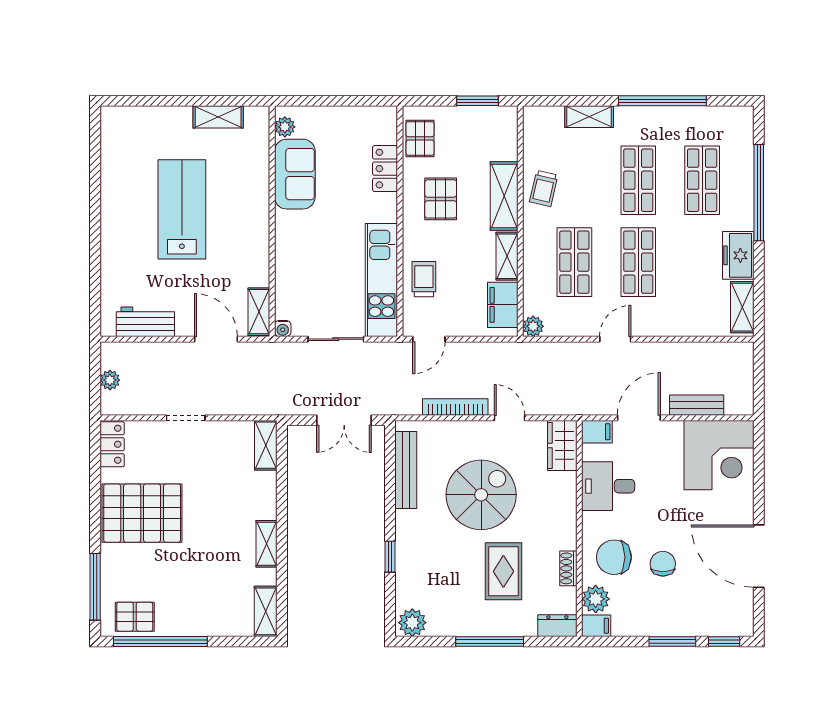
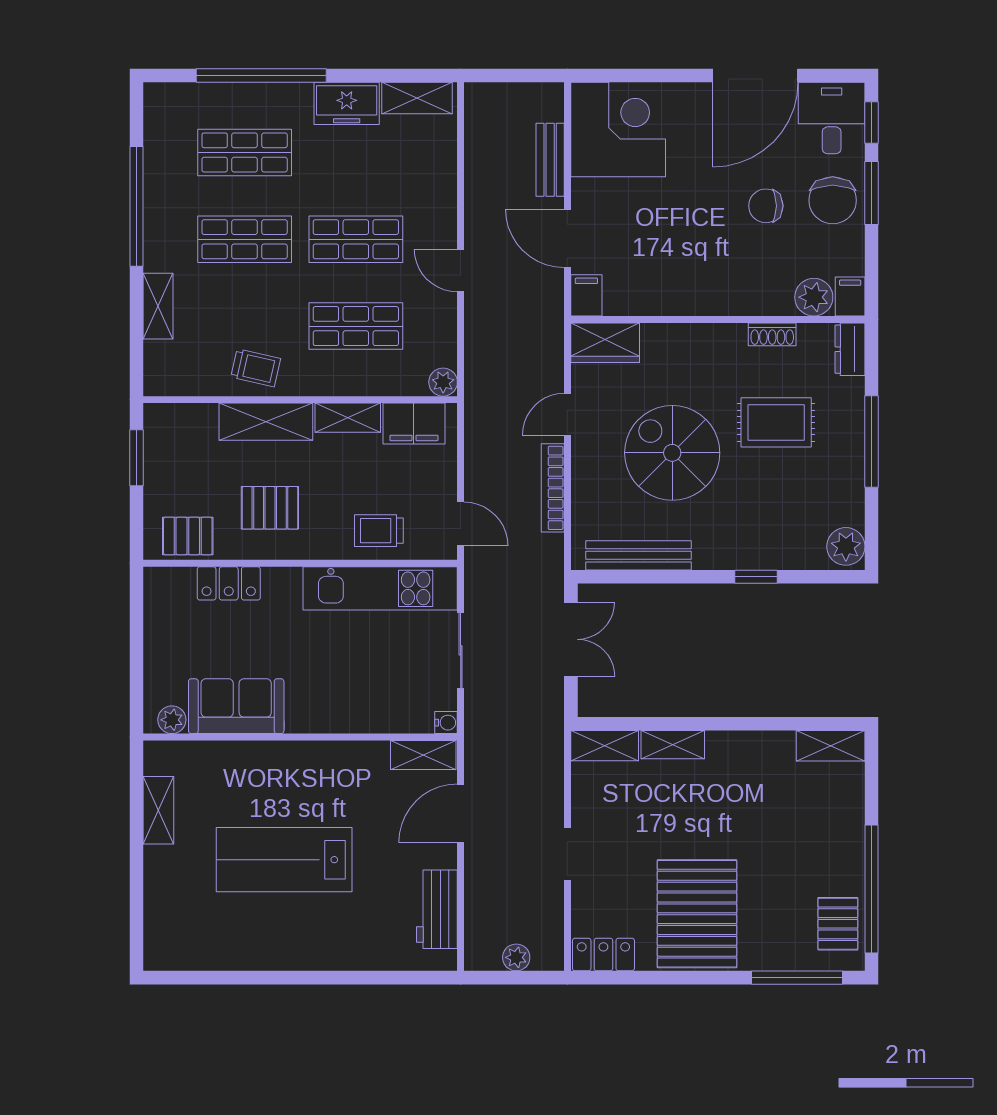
desk: (608, 486) -> (832, 118), moved, turned 180
shelving: (266, 544) -> (673, 745), moved
chair: (614, 557) -> (833, 200), moved

